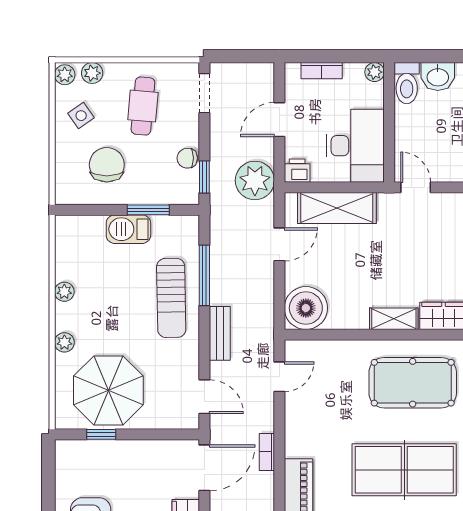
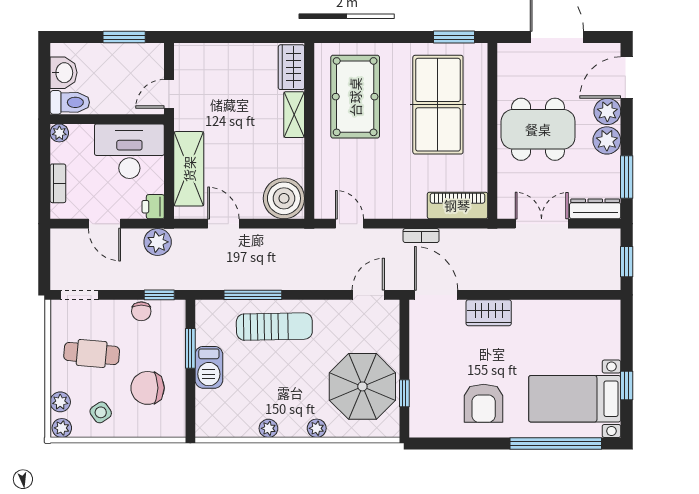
plant: (255, 180) -> (158, 242), width x0.73, depth x0.73
bench: (220, 333) -> (308, 280), removed

